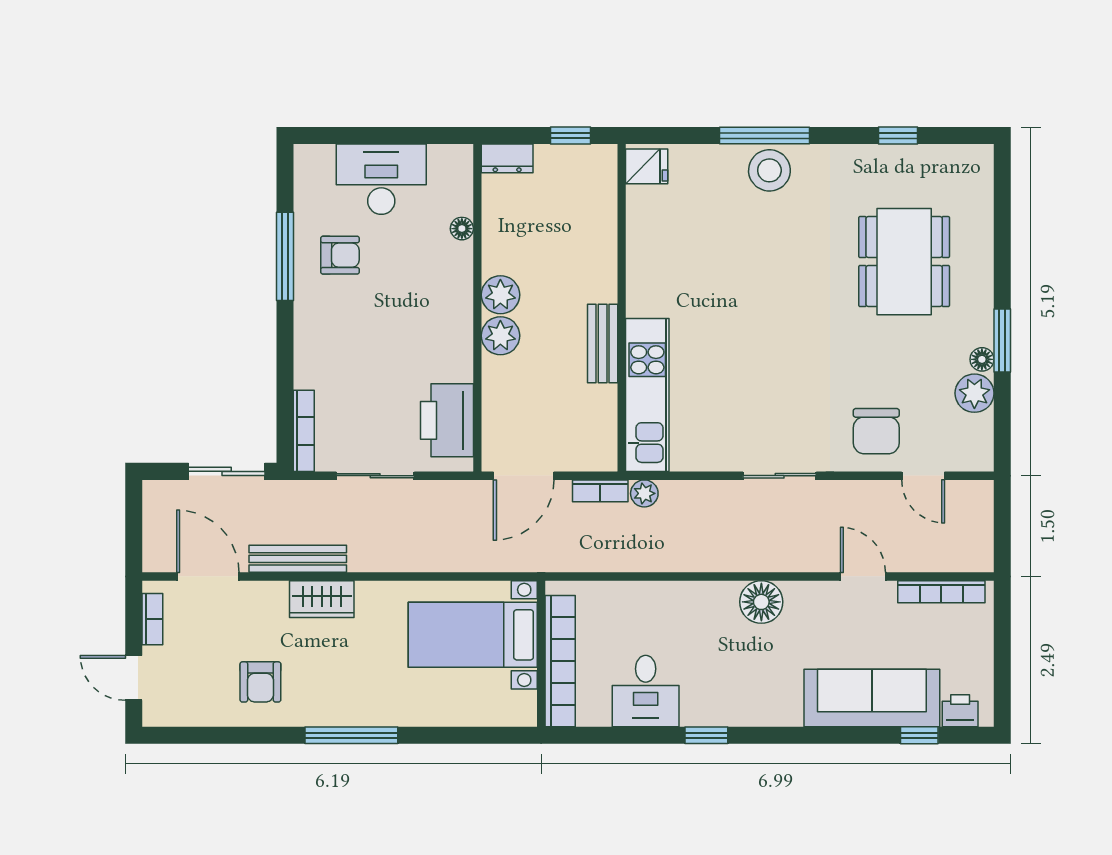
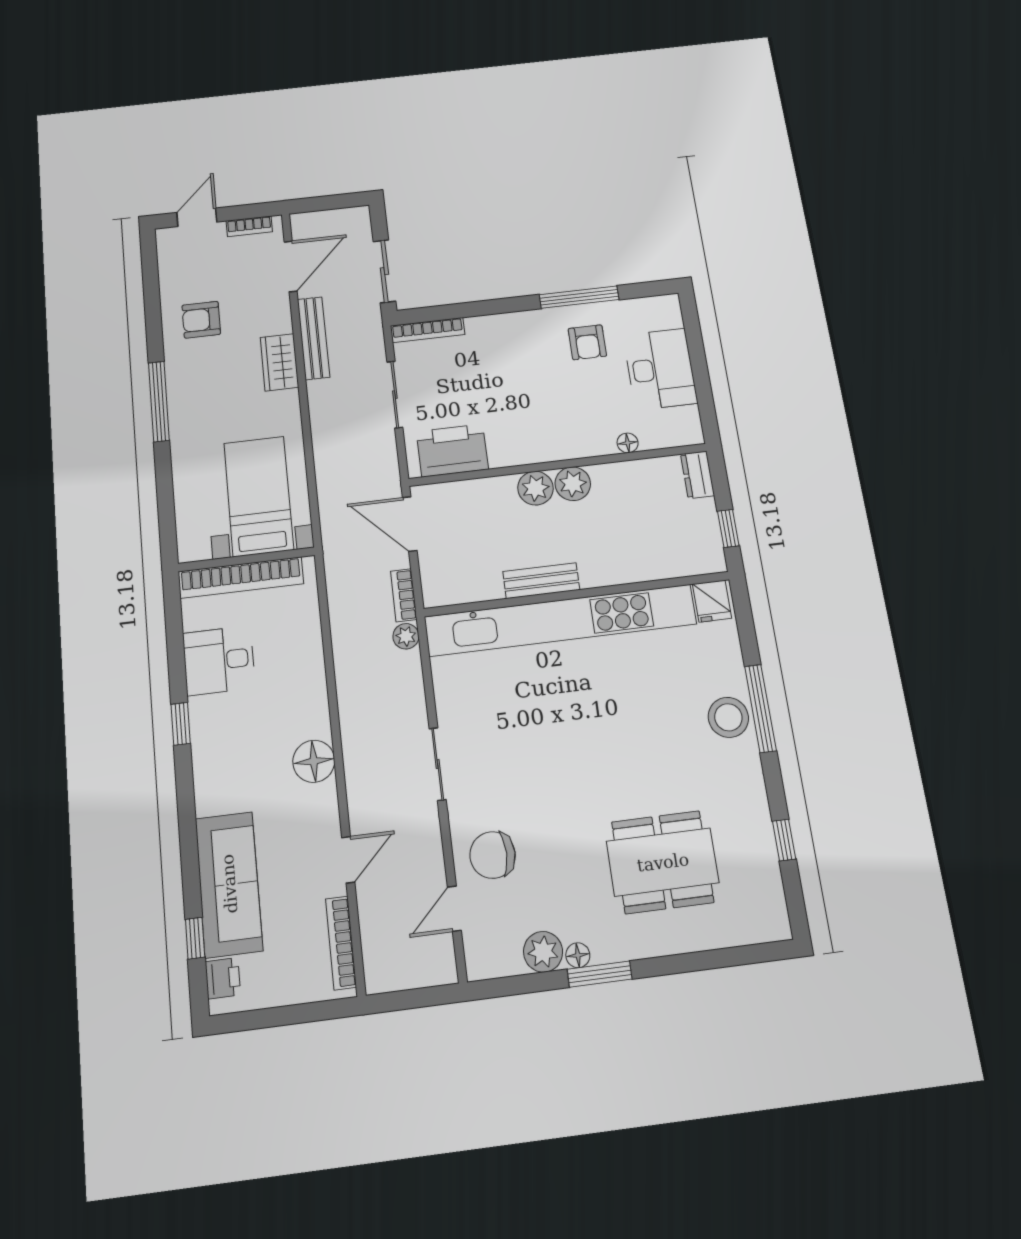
kitchen unit: (647, 395) -> (560, 620), width x1.86

